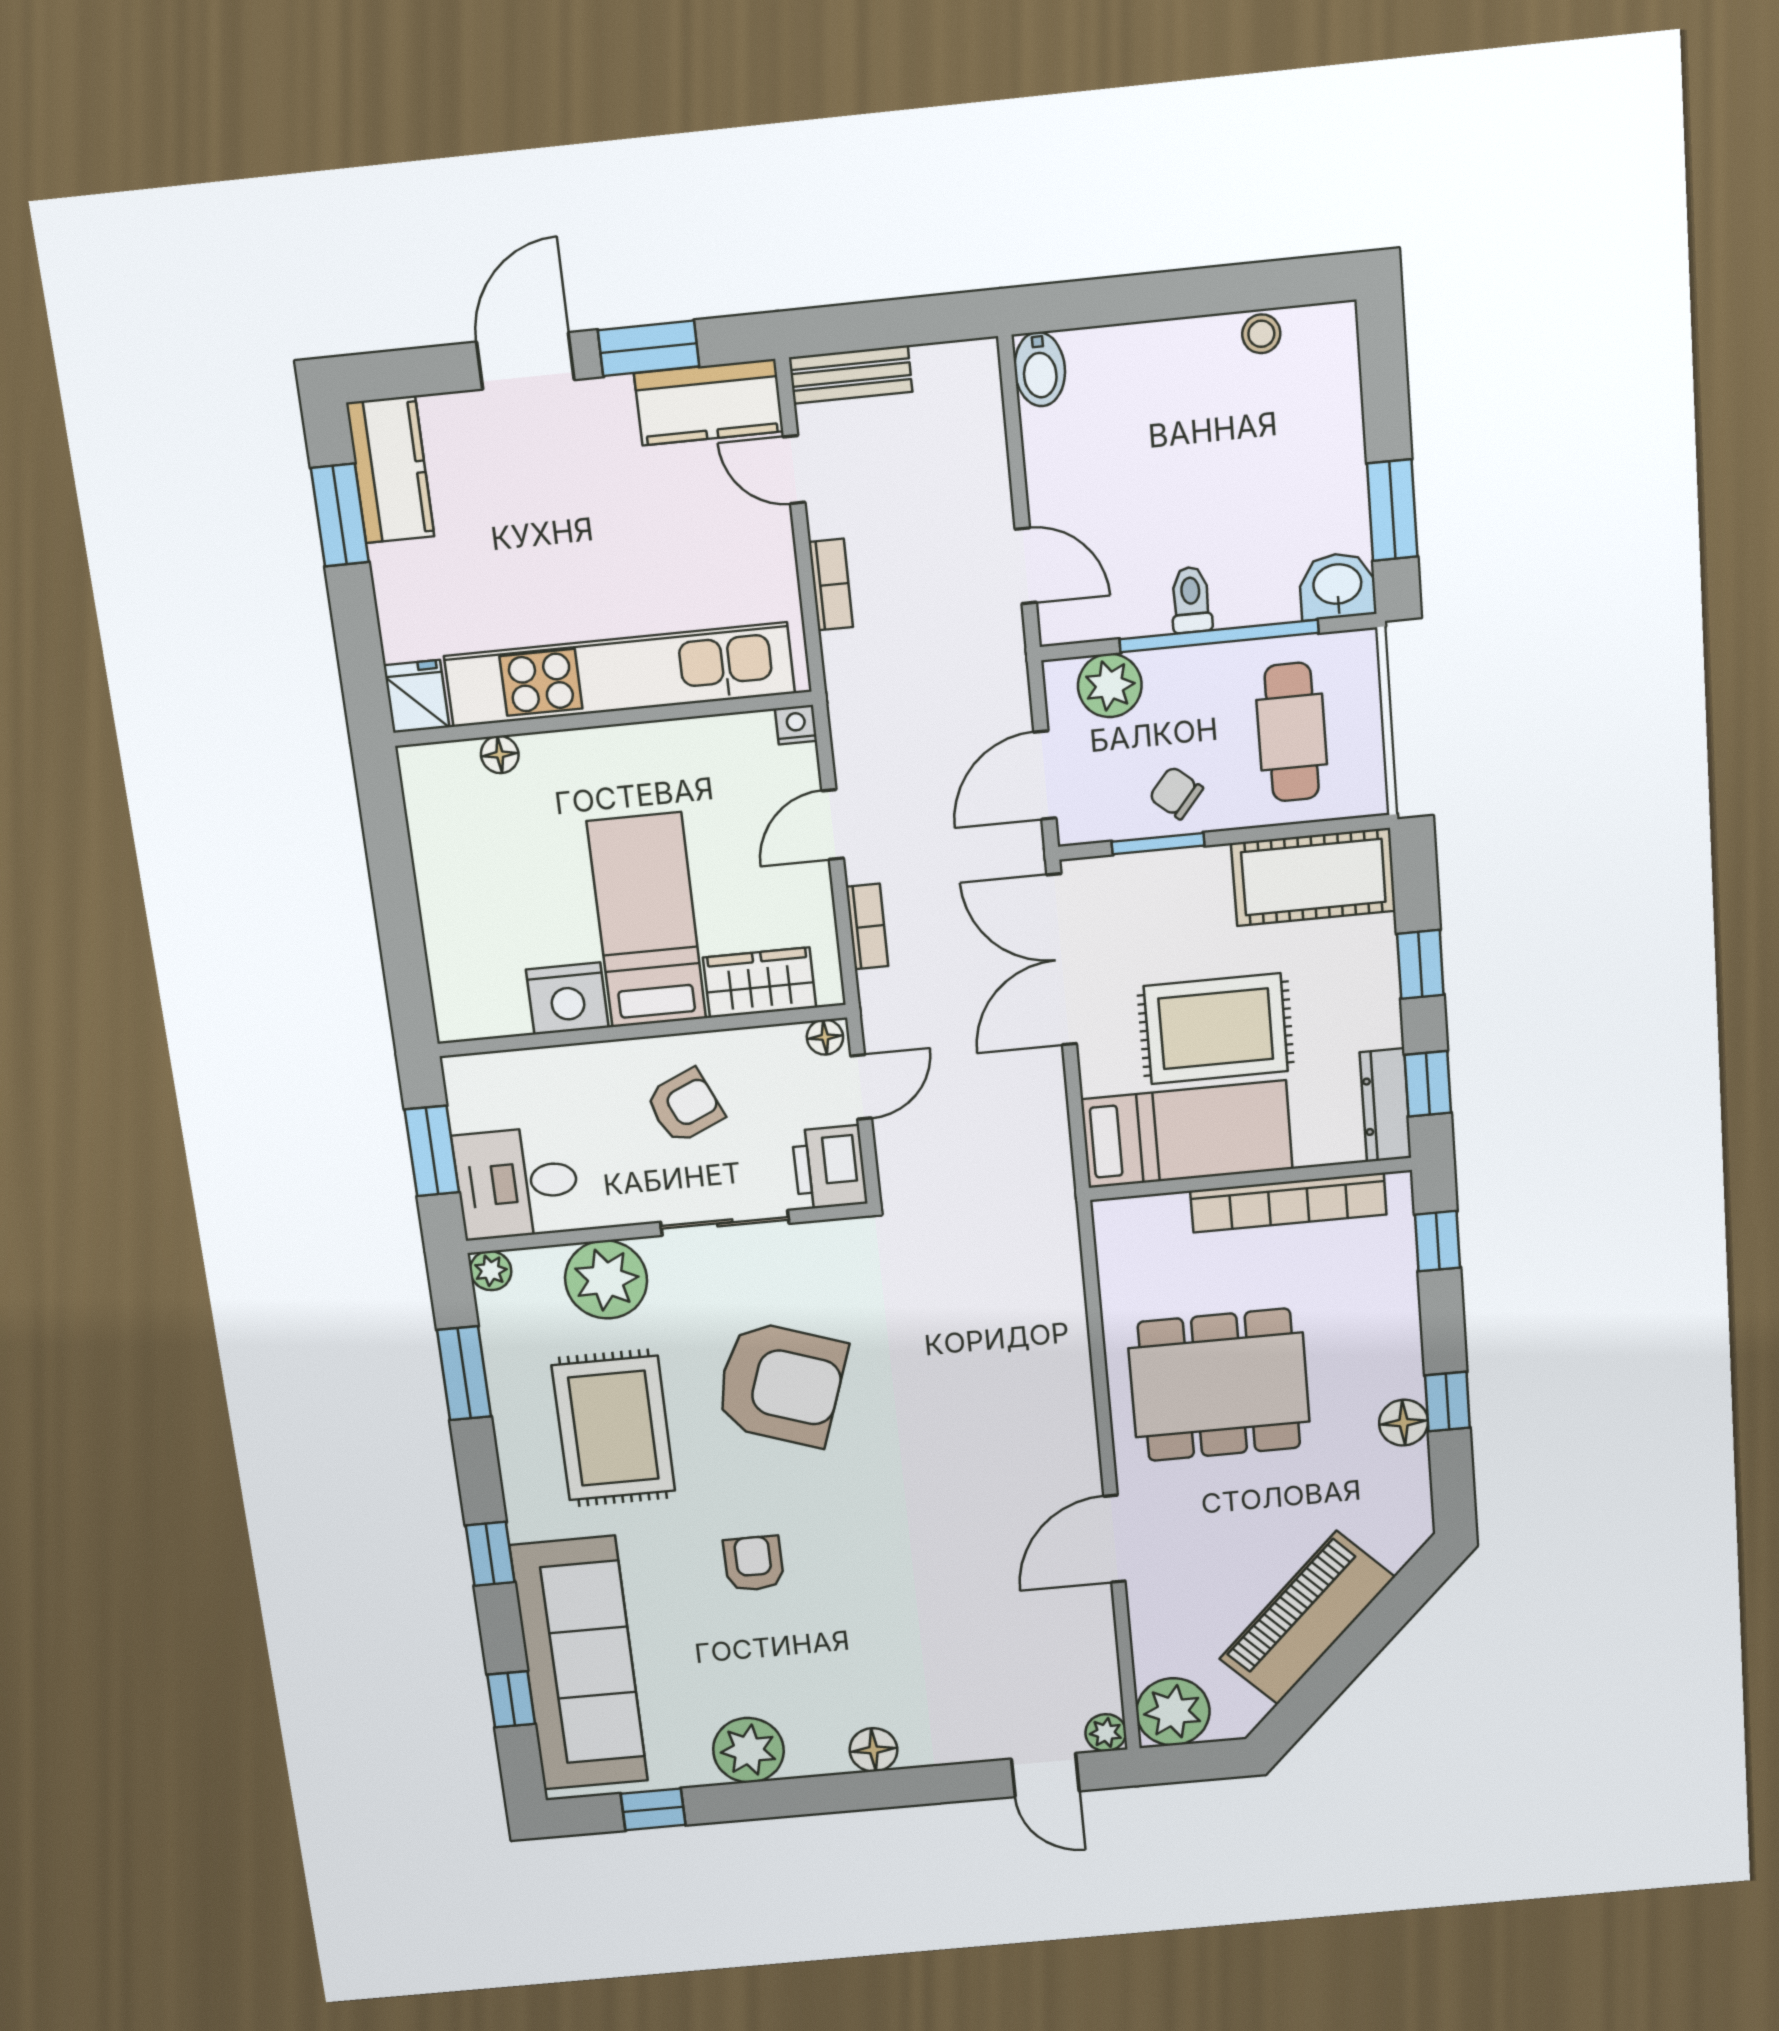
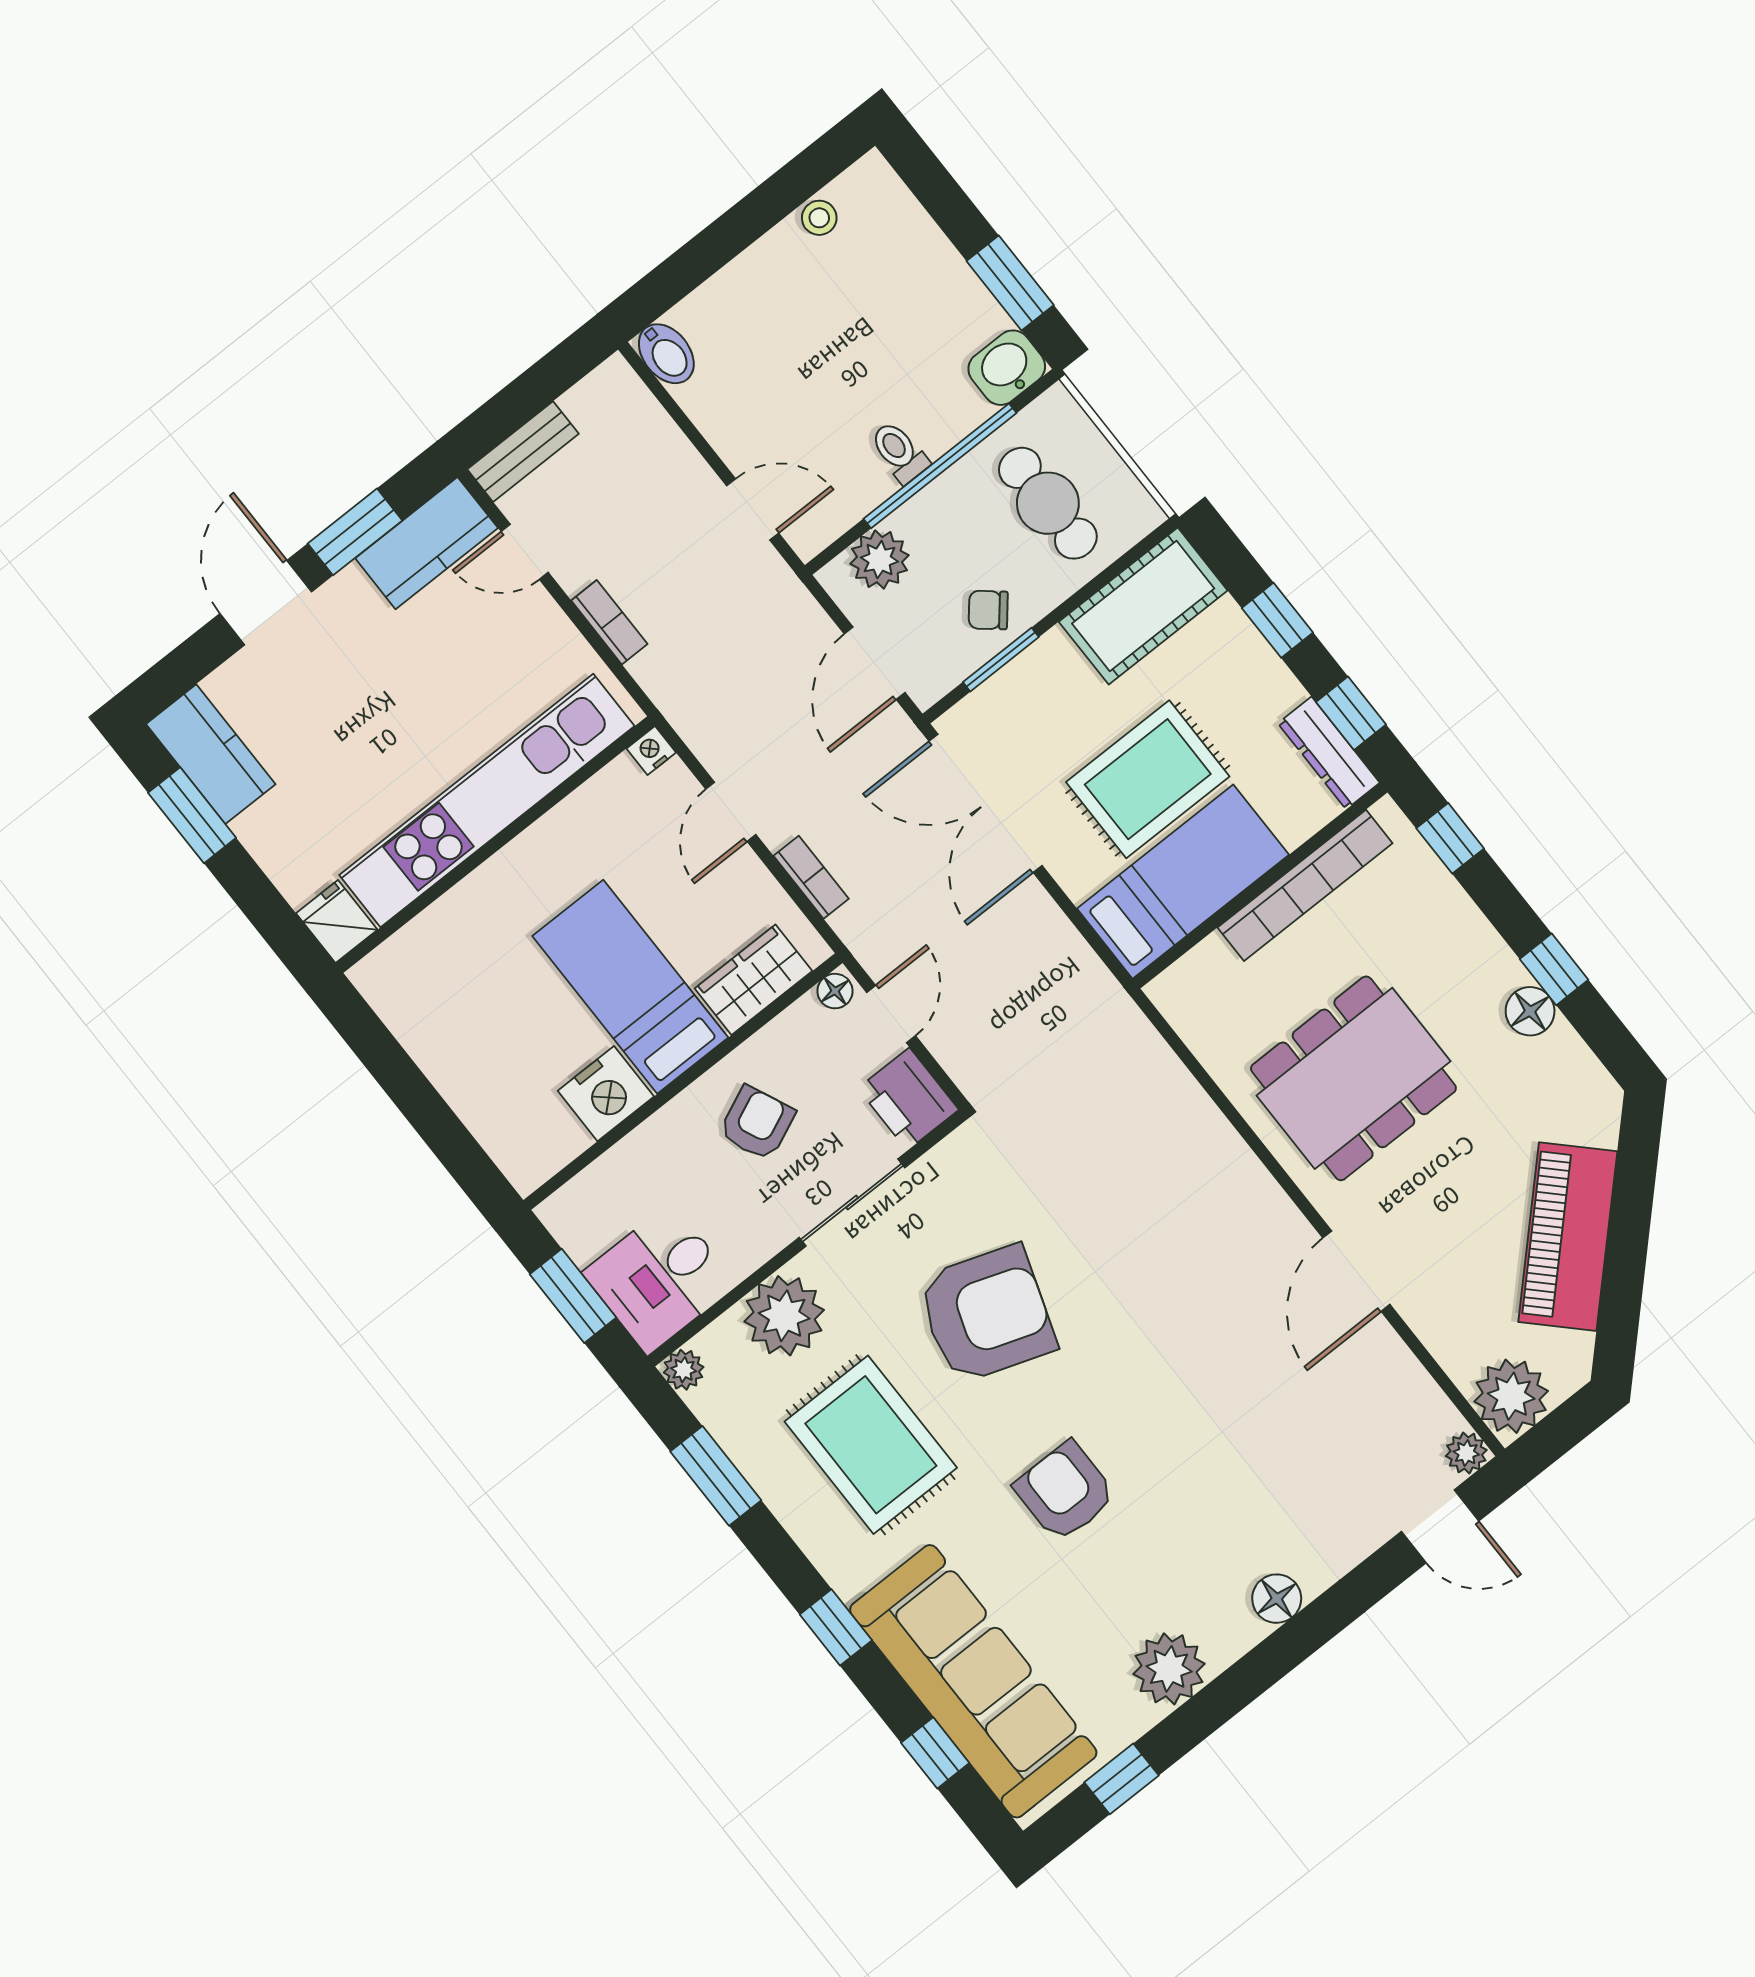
floor lamp: (500, 755) -> (431, 926), removed
armchair: (754, 1563) -> (1065, 1492), width x1.38, depth x1.38

